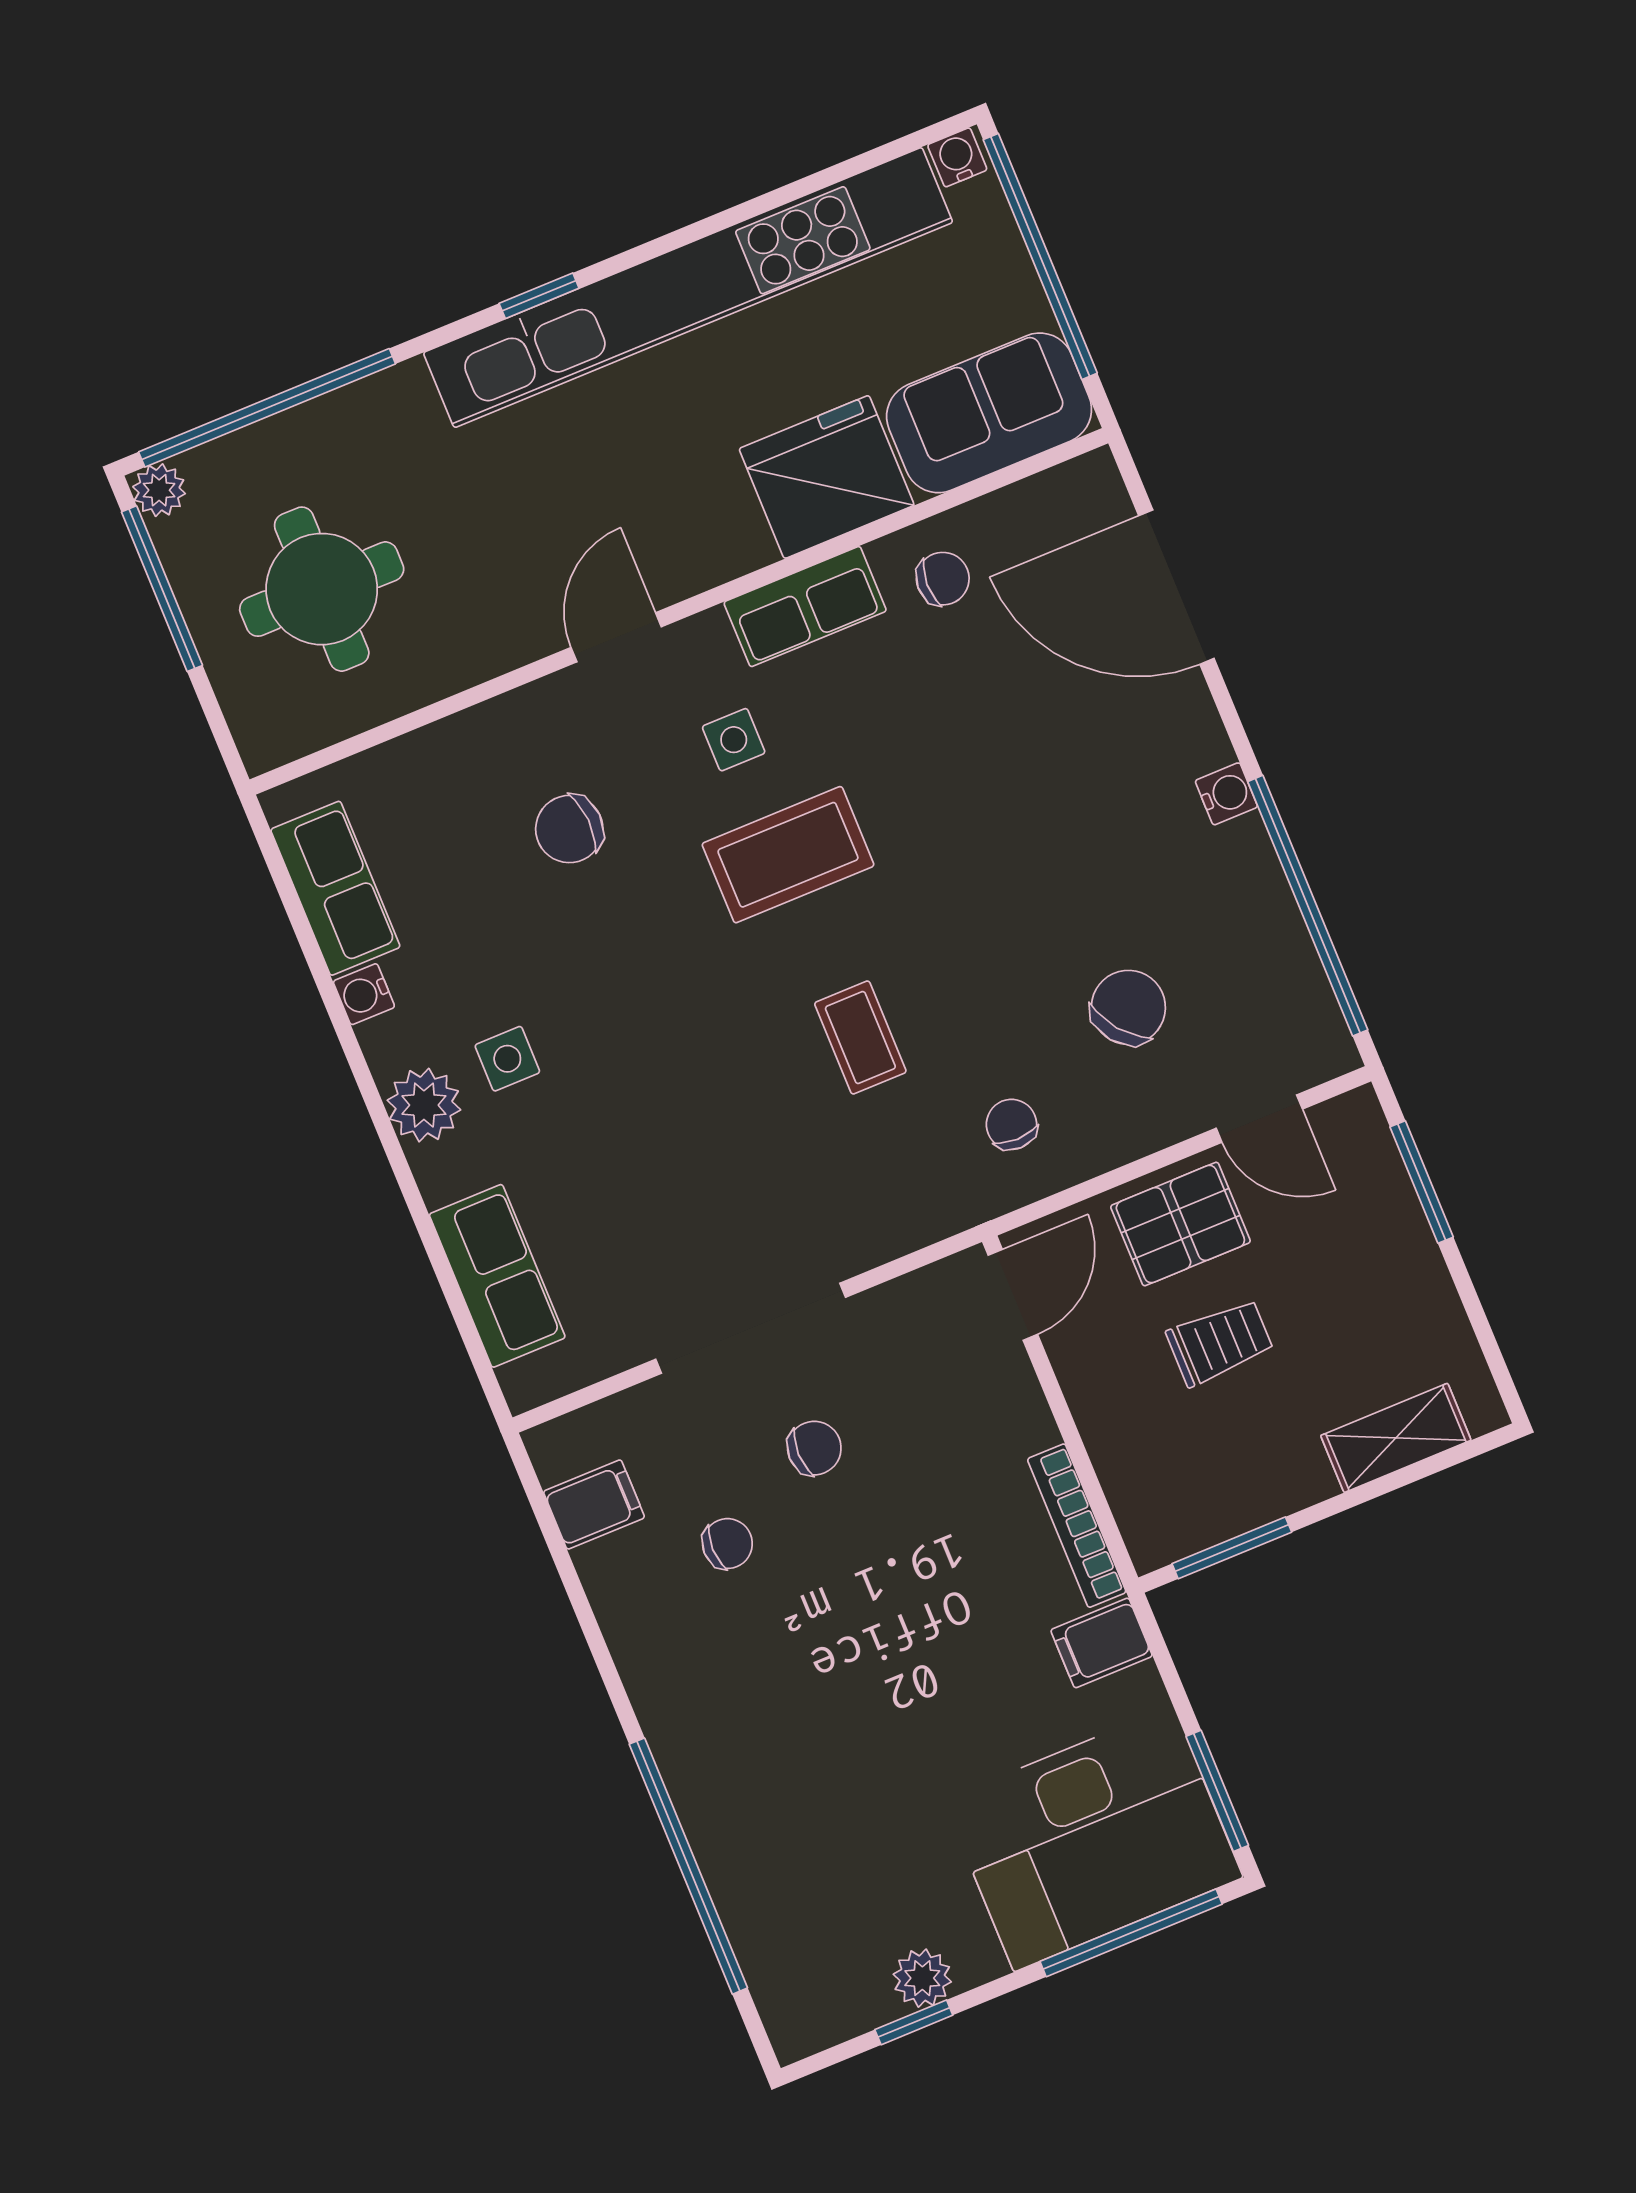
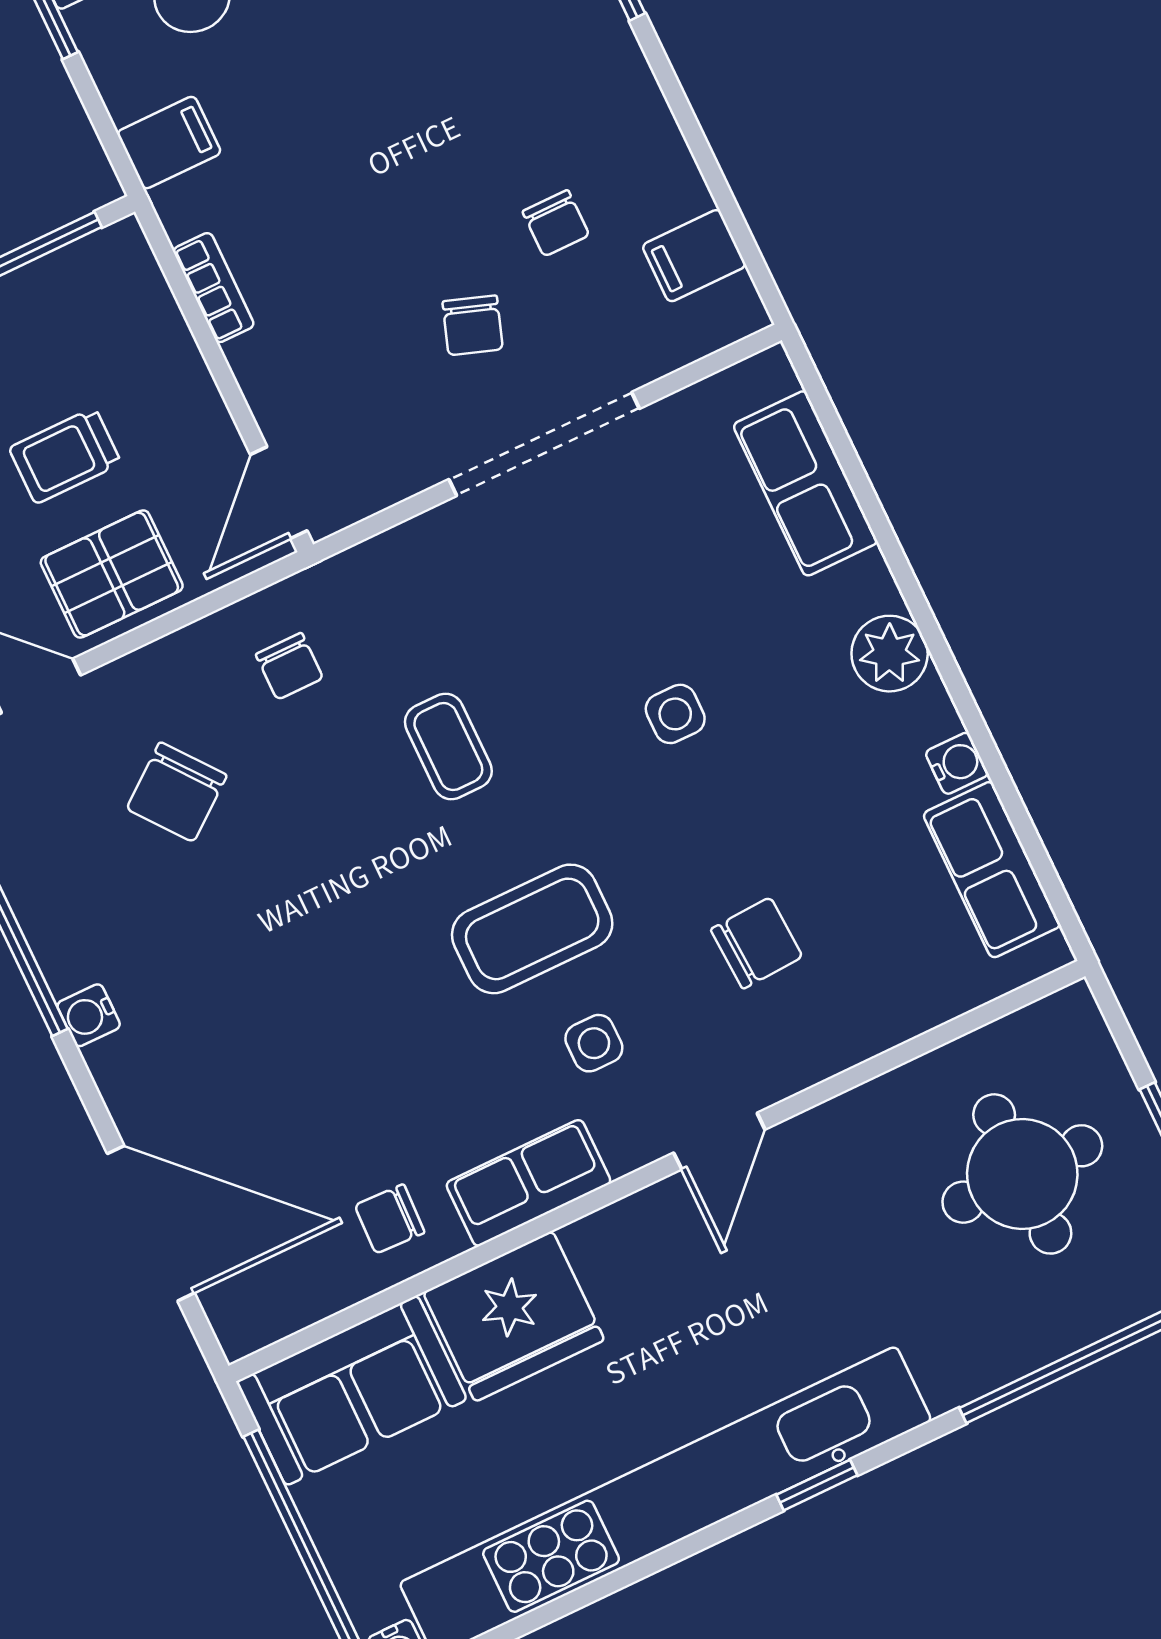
side table: (507, 1059) -> (675, 714), moved
chair: (814, 1448) -> (473, 325), turned -71
bookcase: (1077, 1526) -> (214, 288), width x0.64
chair: (727, 1544) -> (556, 223), turned -90

